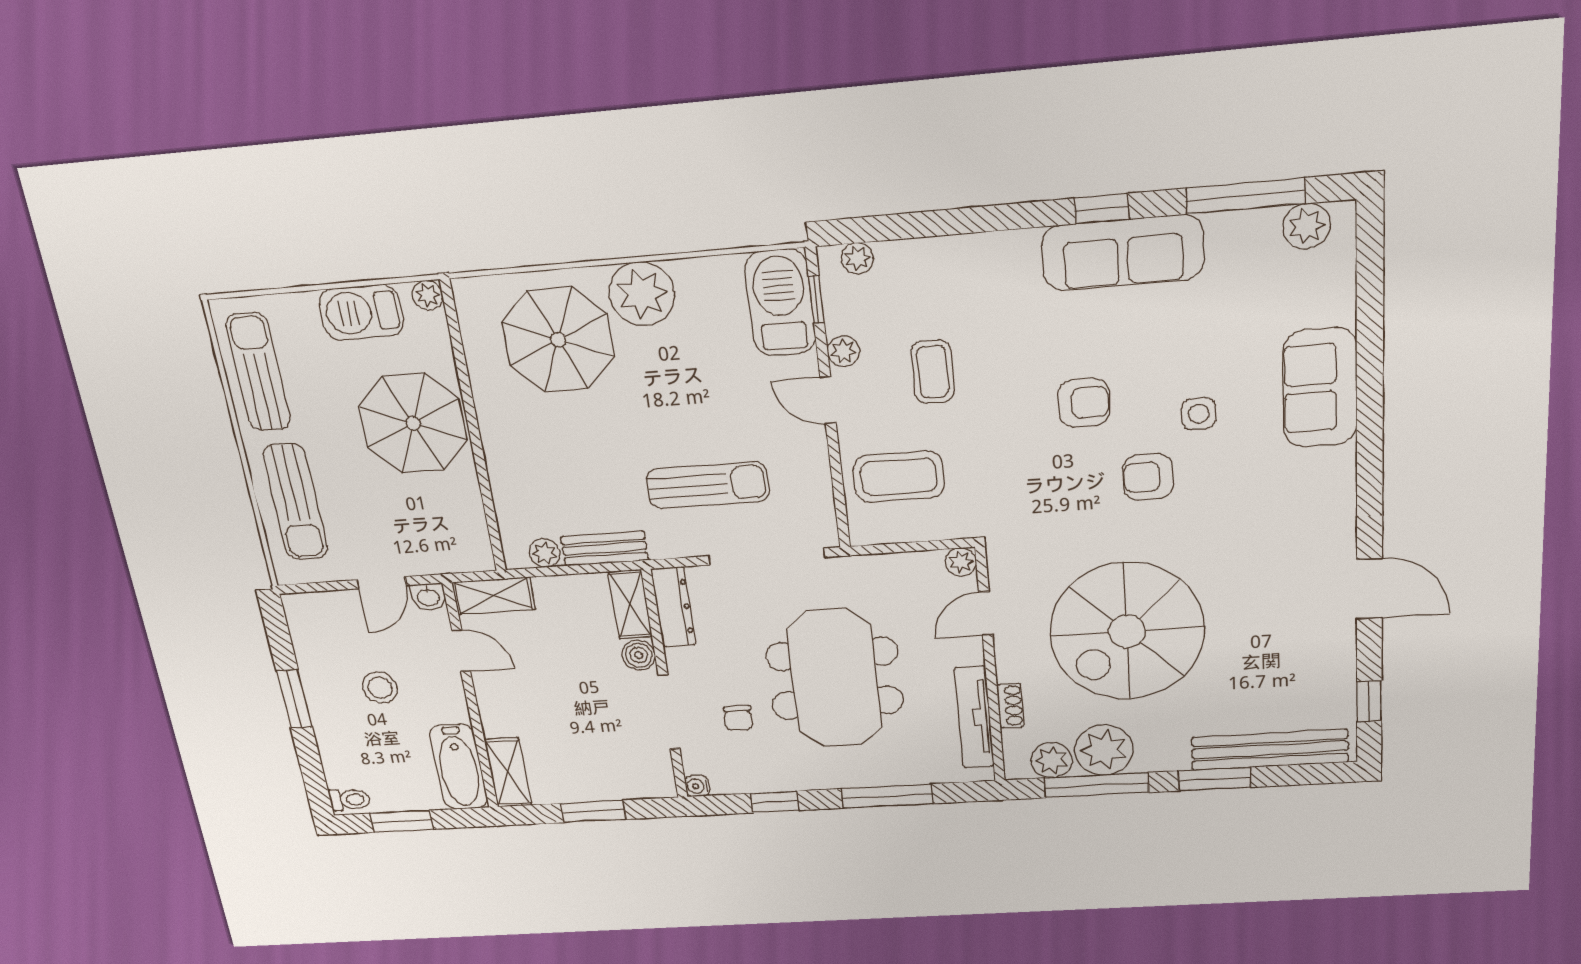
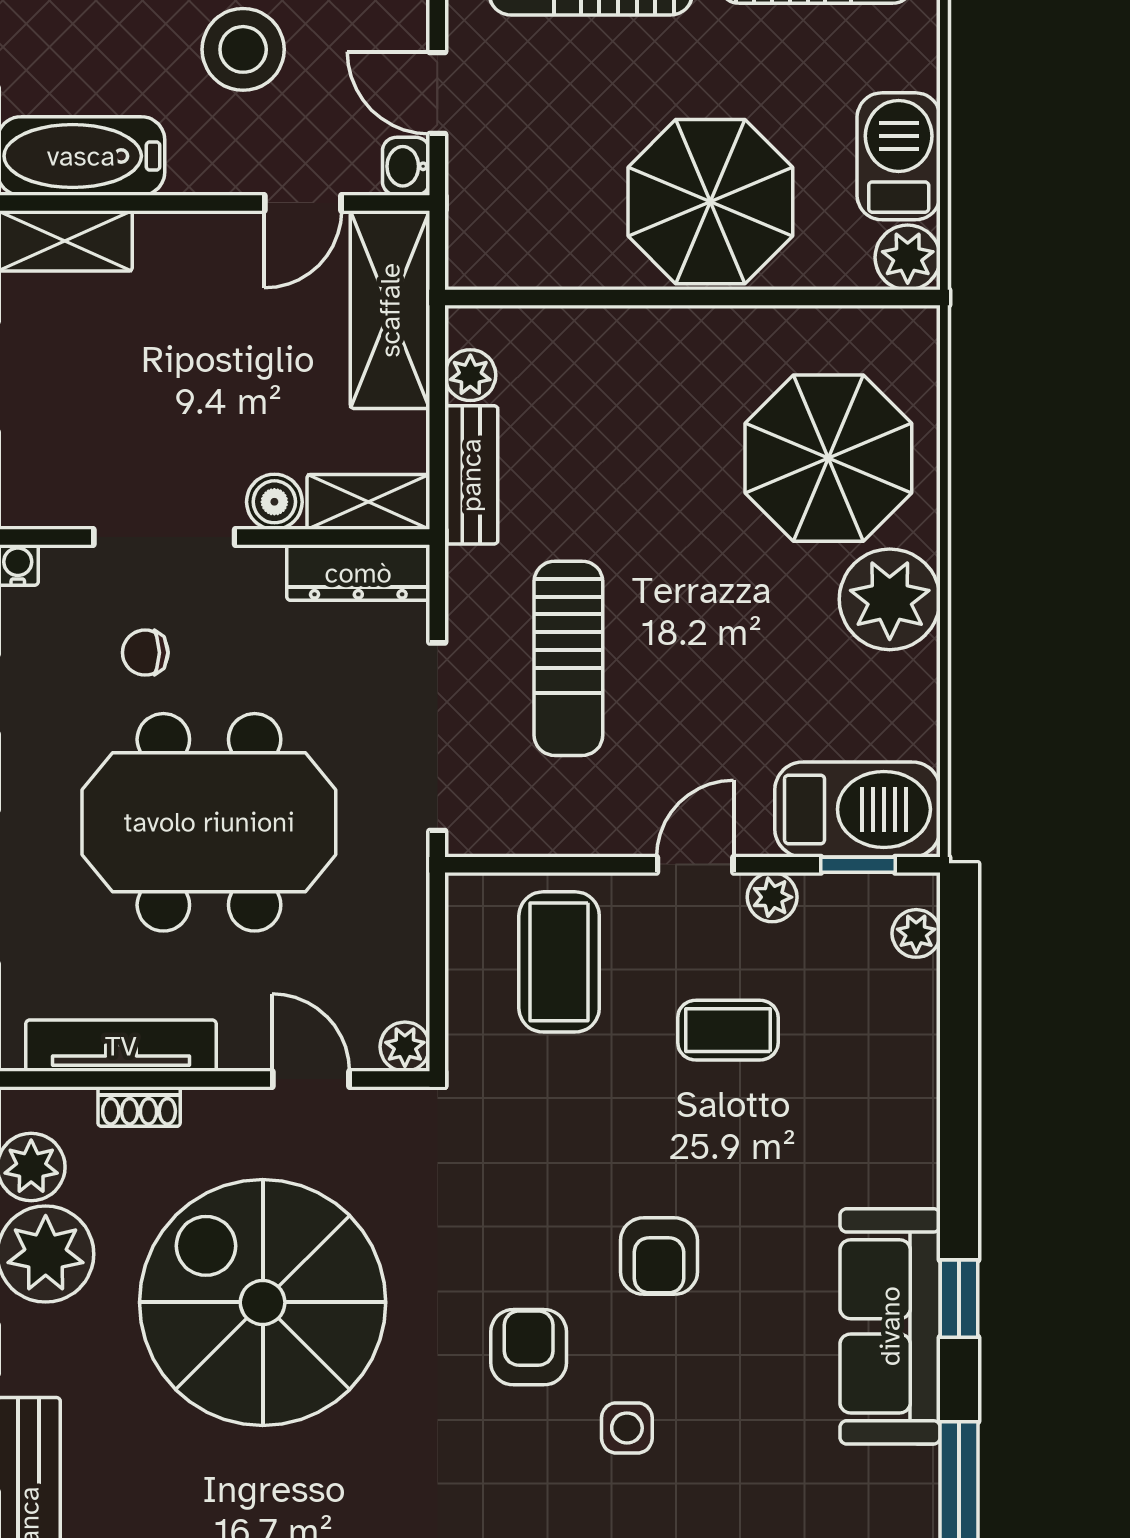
plant: (428, 295) -> (908, 257), width x1.38, depth x1.38
shelving: (494, 596) -> (390, 310), width x1.50, depth x1.33
stool: (380, 688) -> (243, 49), width x1.38, depth x1.38

